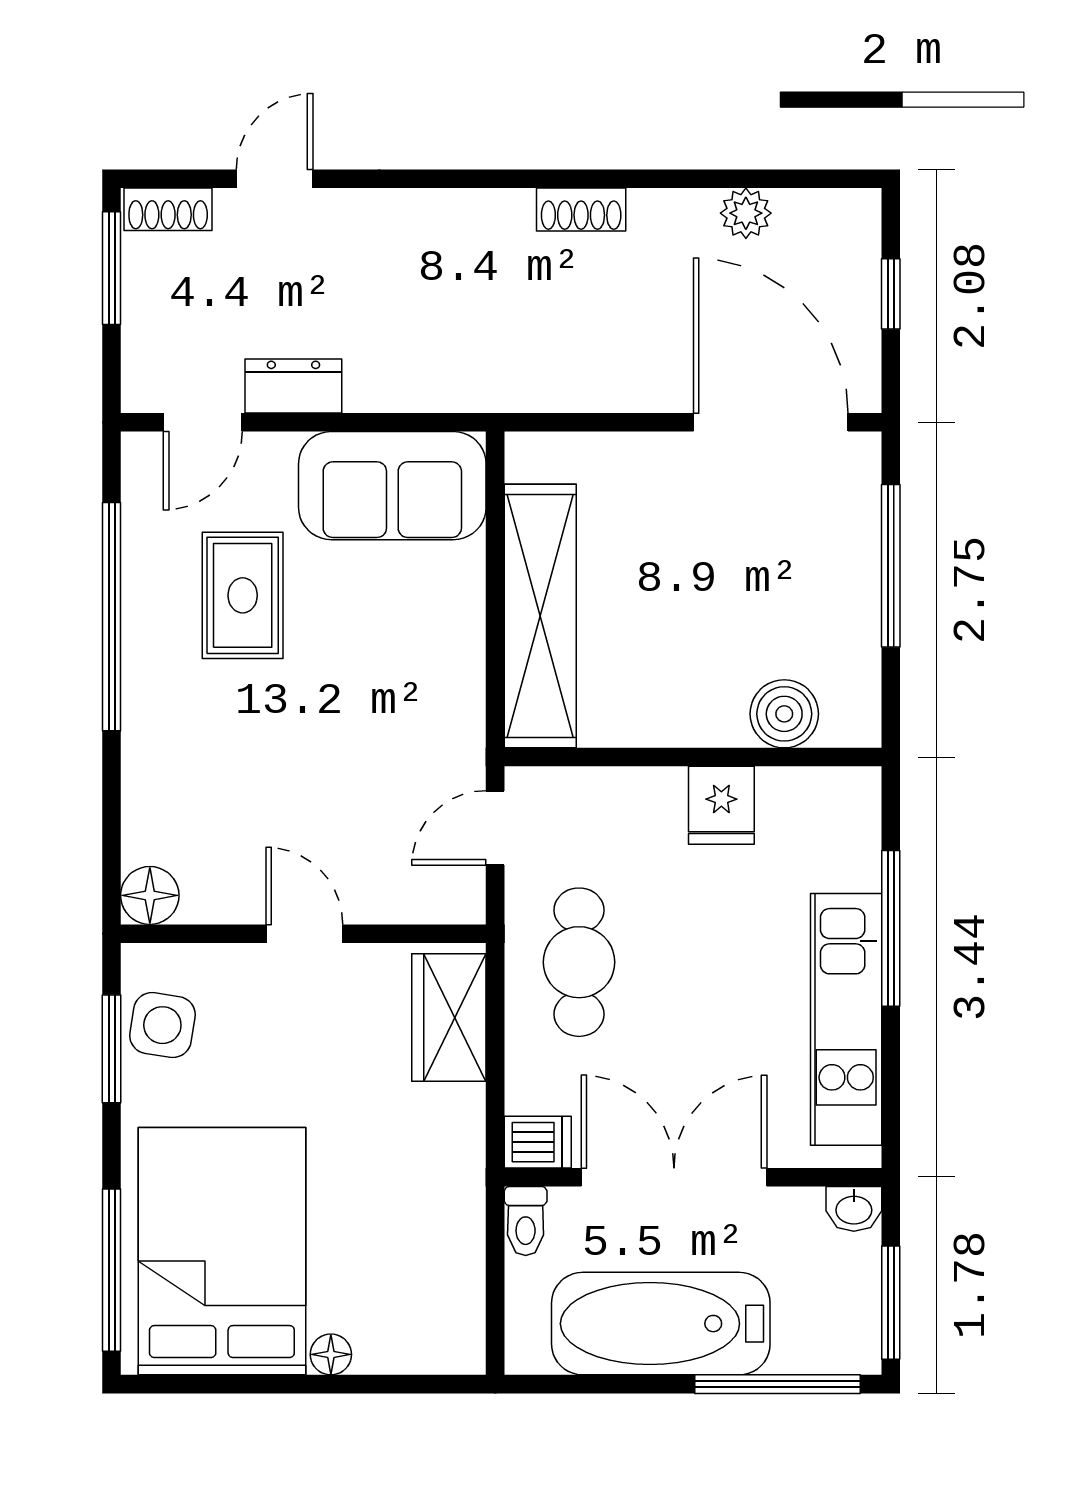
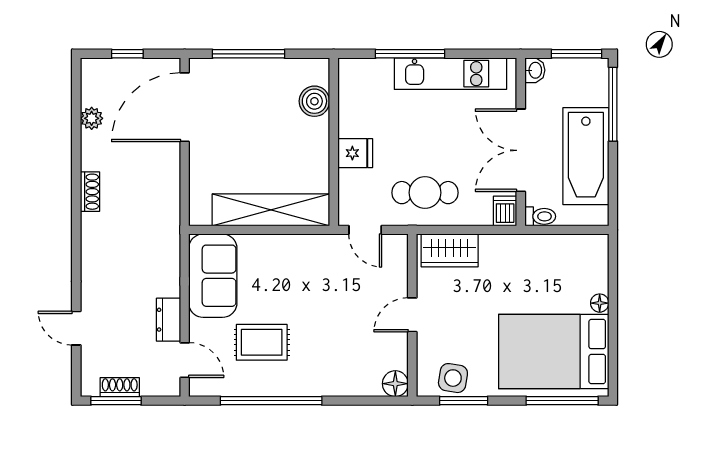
shoe rack: (168, 209) -> (120, 387), moved, turned -90
fridge: (721, 805) -> (355, 153), moved

